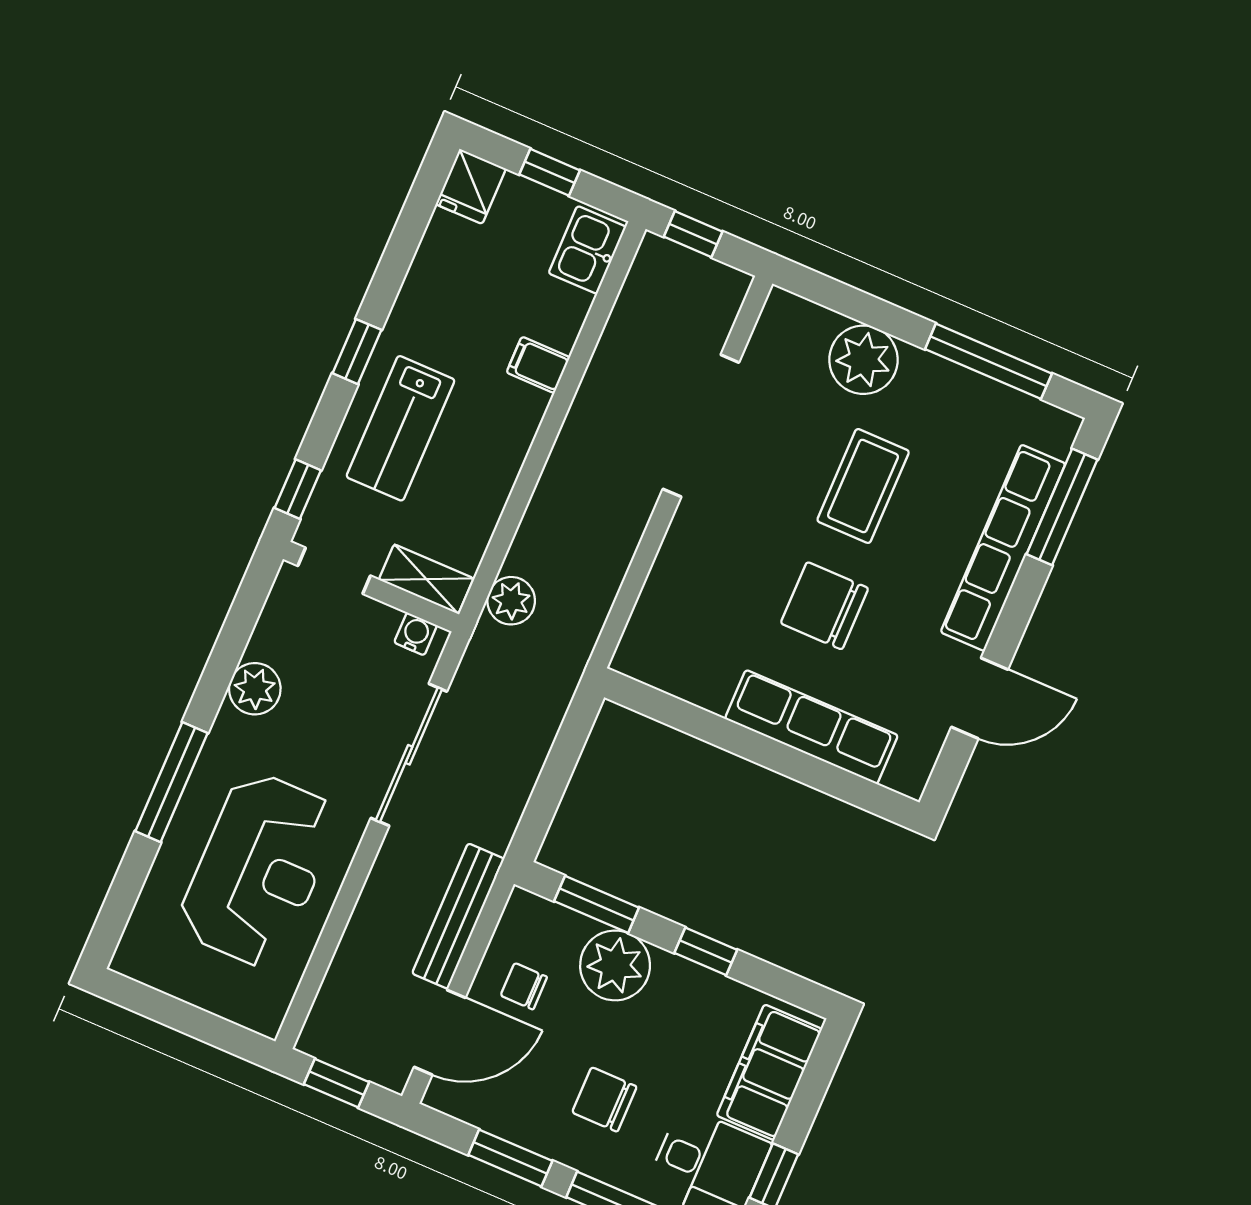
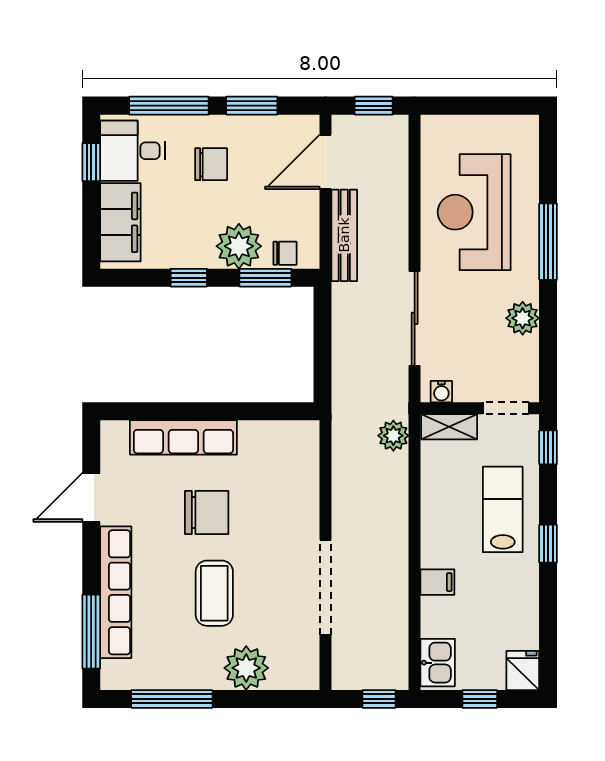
chair: (524, 986) -> (285, 253), moved

